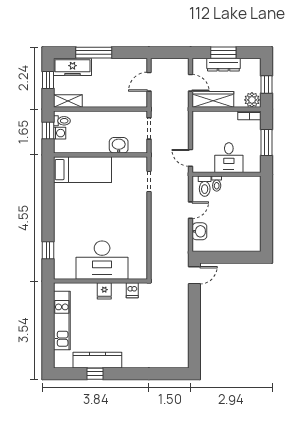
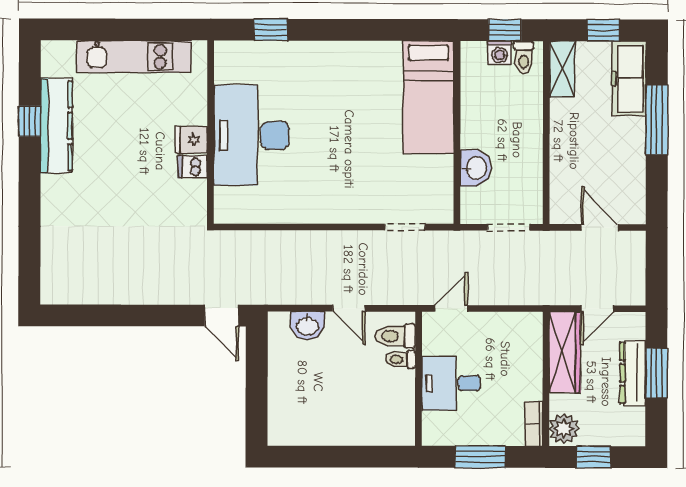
dishwasher: (132, 290) -> (192, 167), moved

